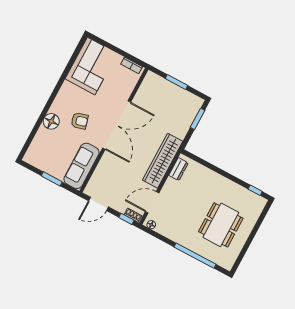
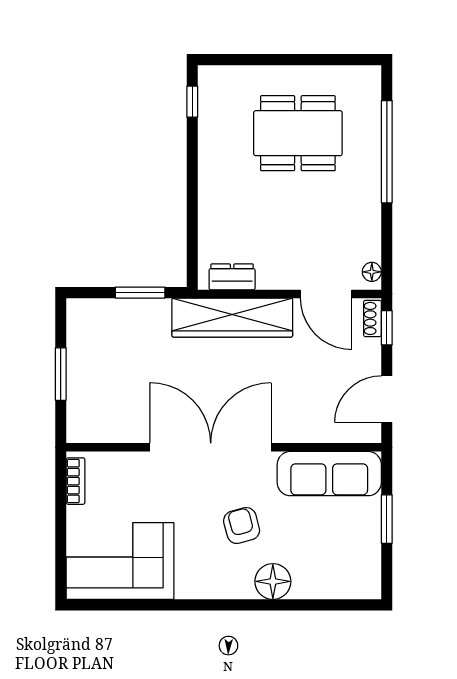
window: (198, 119) -> (140, 293), moved
door: (98, 204) -> (387, 399), swing flipped

